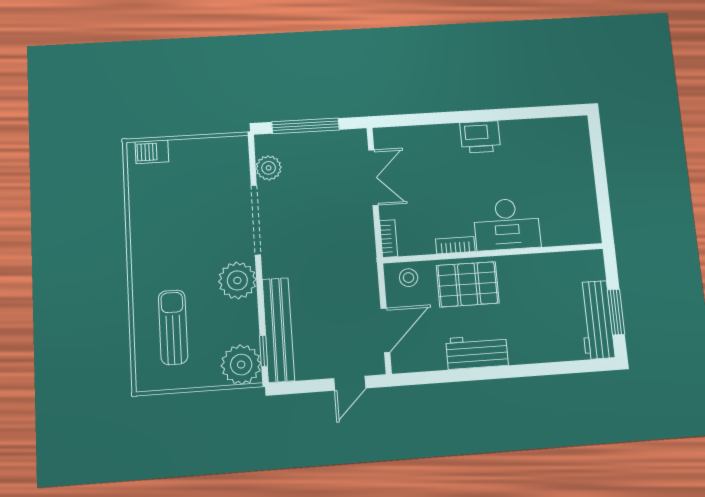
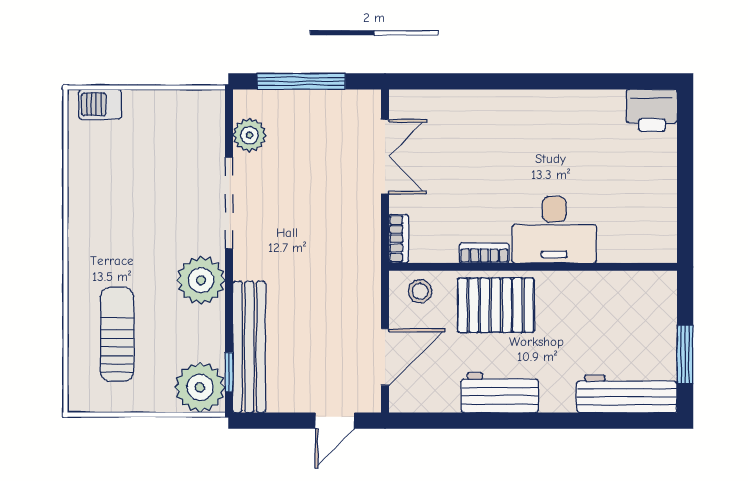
printer: (480, 137) -> (652, 110), moved
workbench: (596, 320) -> (627, 394), moved, turned 90

